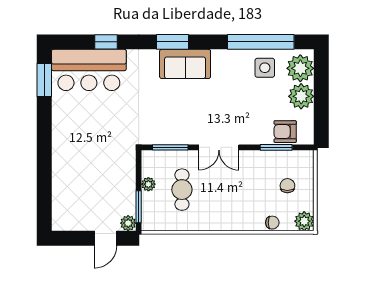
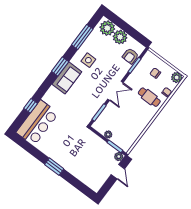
window: (172, 42) -> (60, 66), moved
window: (261, 42) -> (82, 37), width x0.68
side table: (265, 68) -> (88, 60), moved
window: (44, 80) -> (54, 167), moved
cafe table: (182, 190) -> (149, 97), moved

